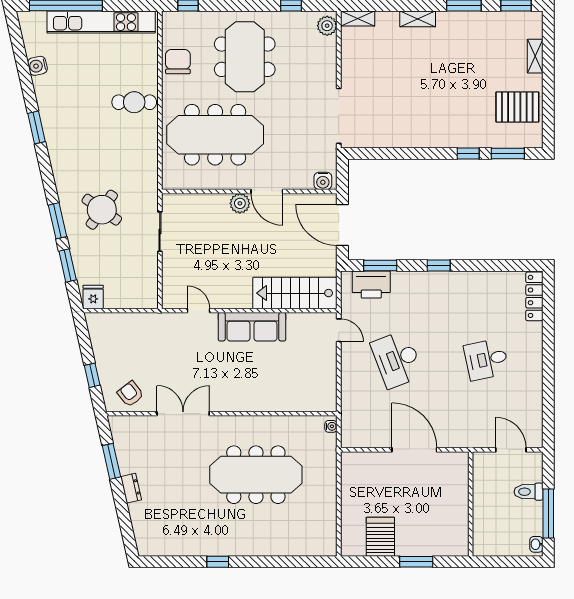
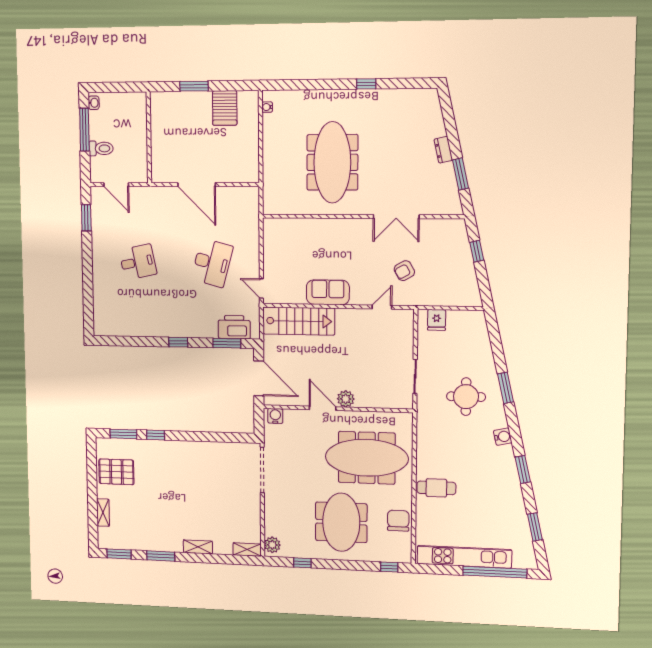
chair: (178, 62) -> (398, 521), turned 180
water cooler: (37, 66) -> (503, 437), moved
round table: (102, 210) -> (466, 397), turned -35
window: (68, 266) -> (535, 527), moved
locker: (534, 296) -> (100, 315), removed
fridge: (93, 297) -> (437, 320), moved
door: (199, 311) -> (382, 307), swing flipped
sofa: (252, 327) -> (328, 292), width x0.73
desk: (397, 359) -> (212, 263), turned 36
armchair: (130, 394) -> (404, 271), moved, turned 98
window: (548, 411) -> (86, 218), added
water cooler: (331, 426) -> (267, 107), moved
meeting table: (256, 475) -> (332, 162), turned 90

